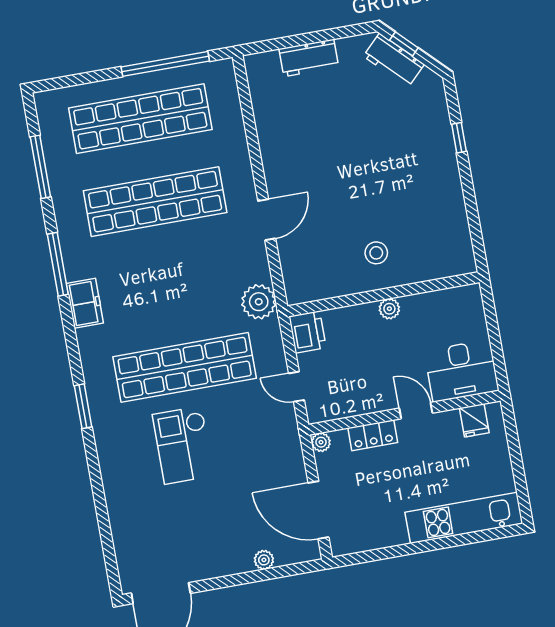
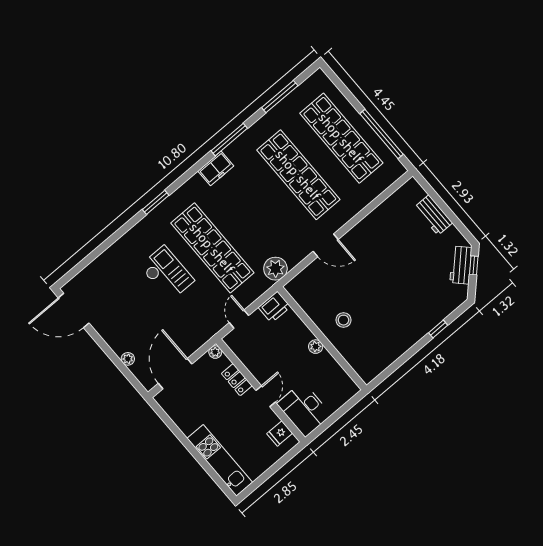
checkout: (183, 445) -> (167, 273), turned 90

